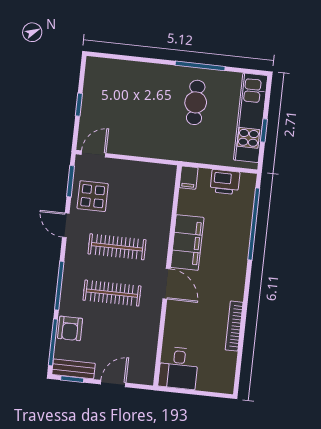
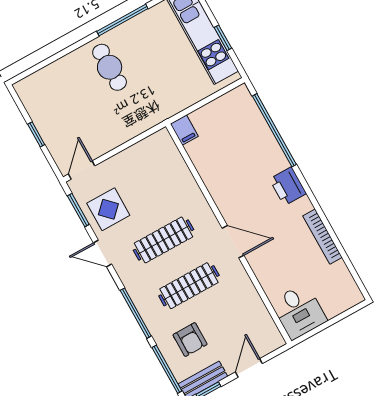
cafe table: (196, 102) -> (110, 67), moved
printer: (225, 182) -> (288, 186), moved, turned 90
filing cabinet: (187, 242) -> (225, 190), removed
armchair: (70, 328) -> (190, 340), moved

